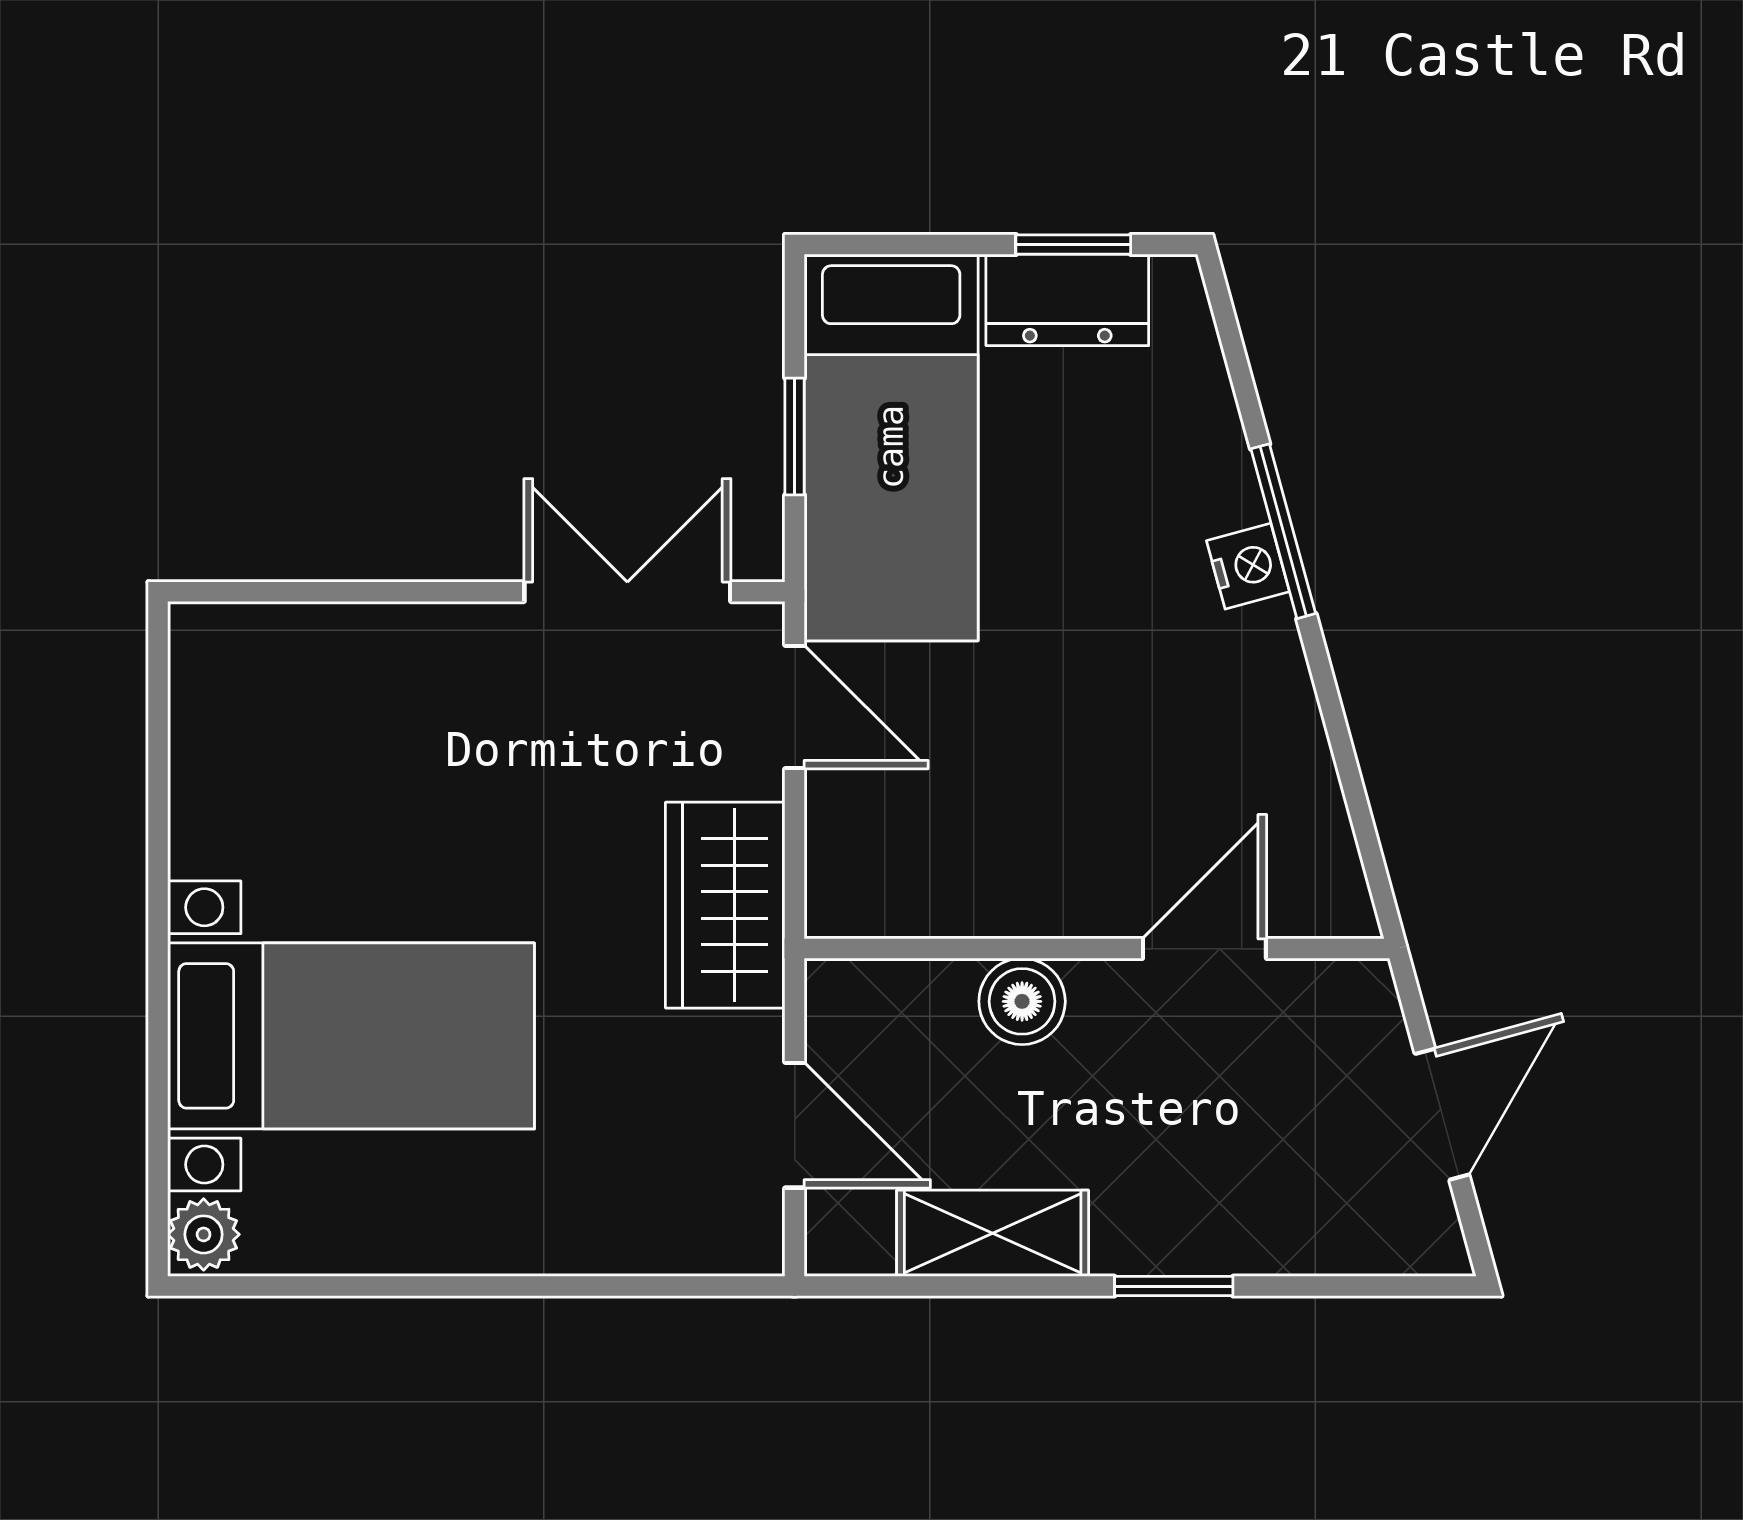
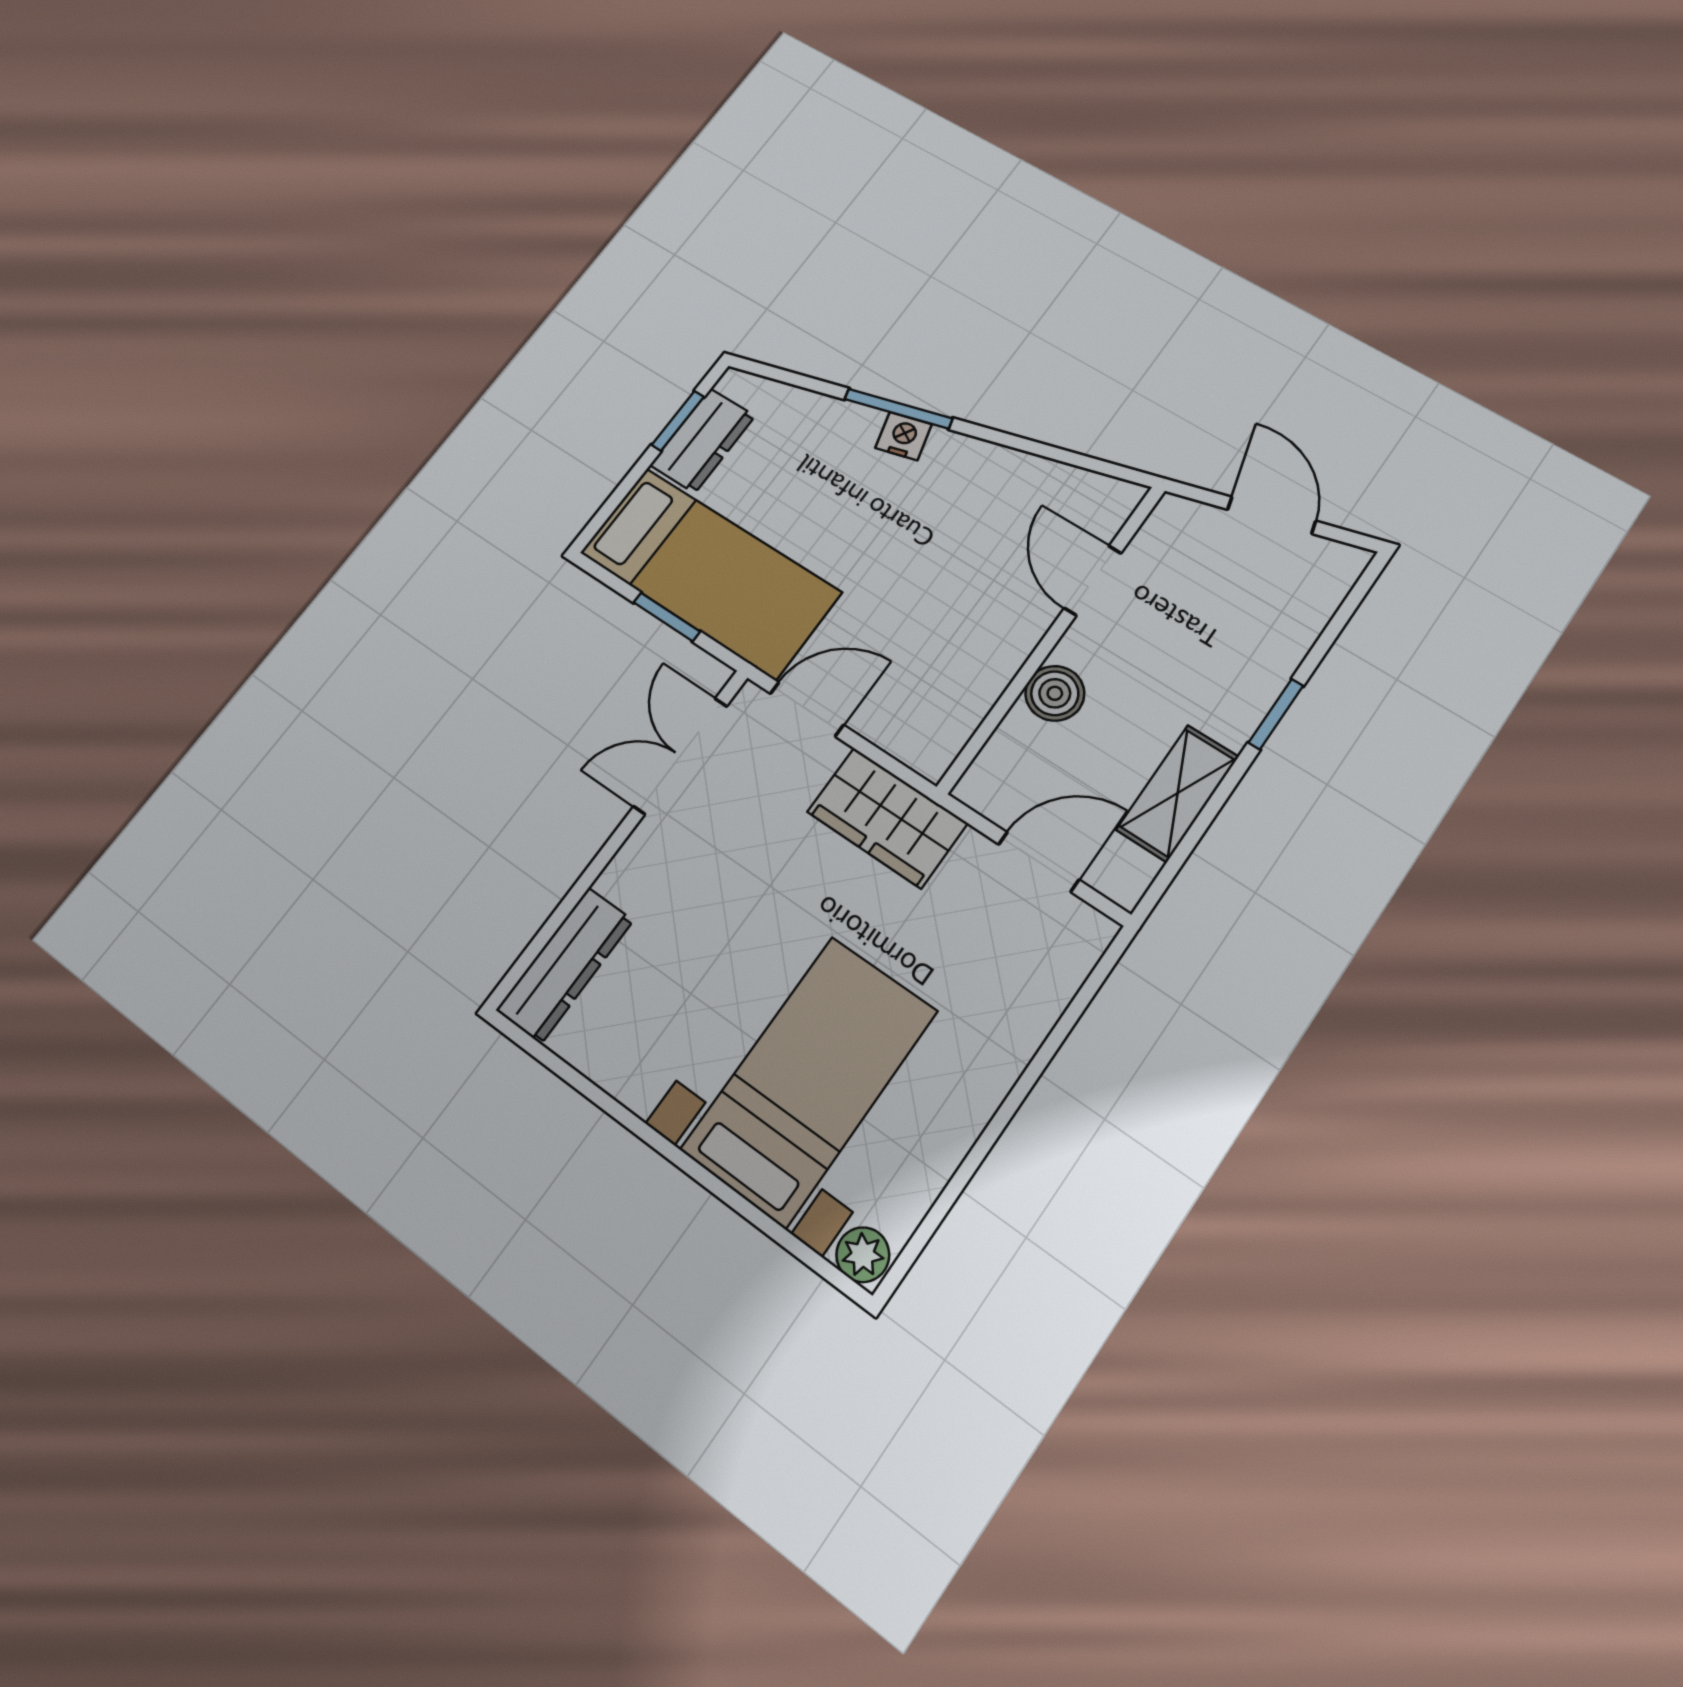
dresser: (278, 645) -> (565, 965), added

